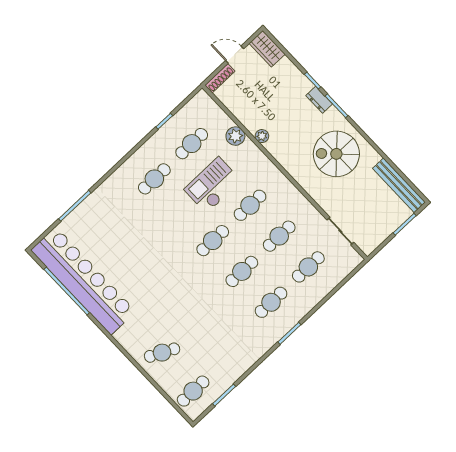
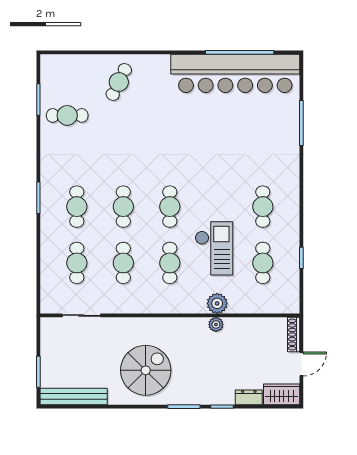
dresser: (319, 100) -> (249, 397), moved
plant: (235, 136) -> (217, 303), moved
cafe table: (193, 391) -> (67, 115), moved, turned 90

